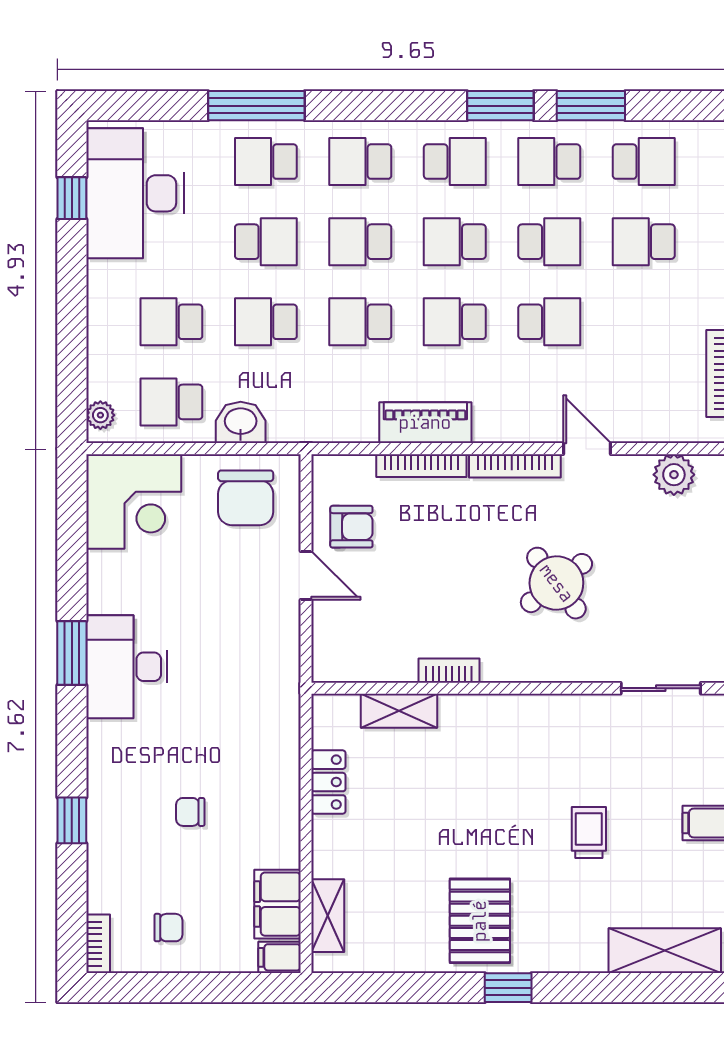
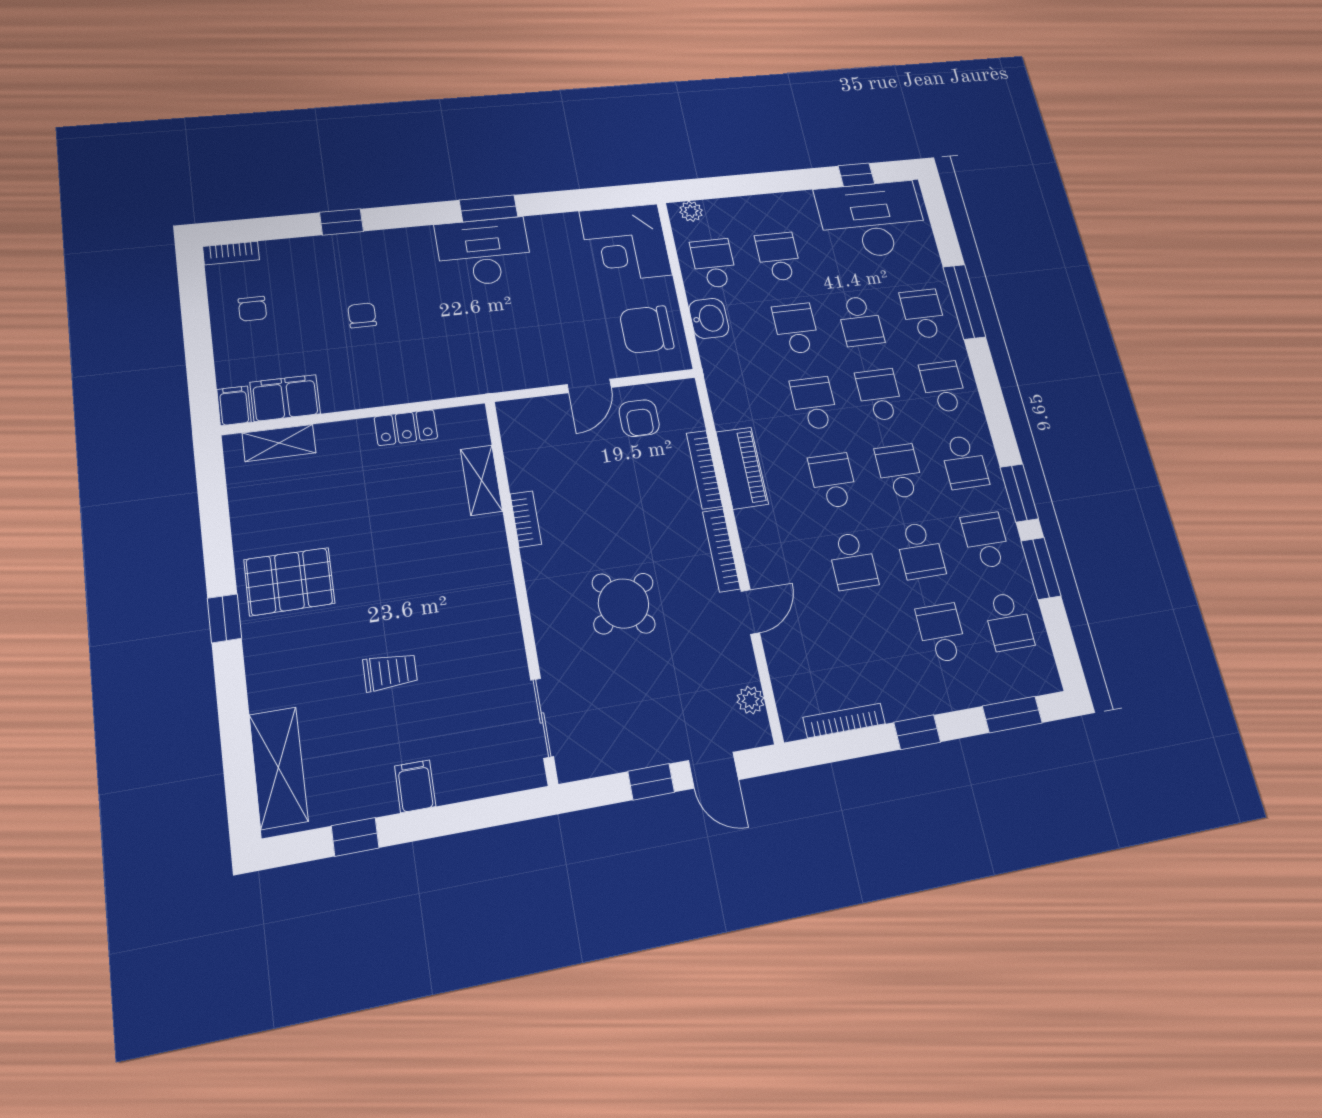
plant: (674, 475) -> (750, 700), width x0.73, depth x0.73

